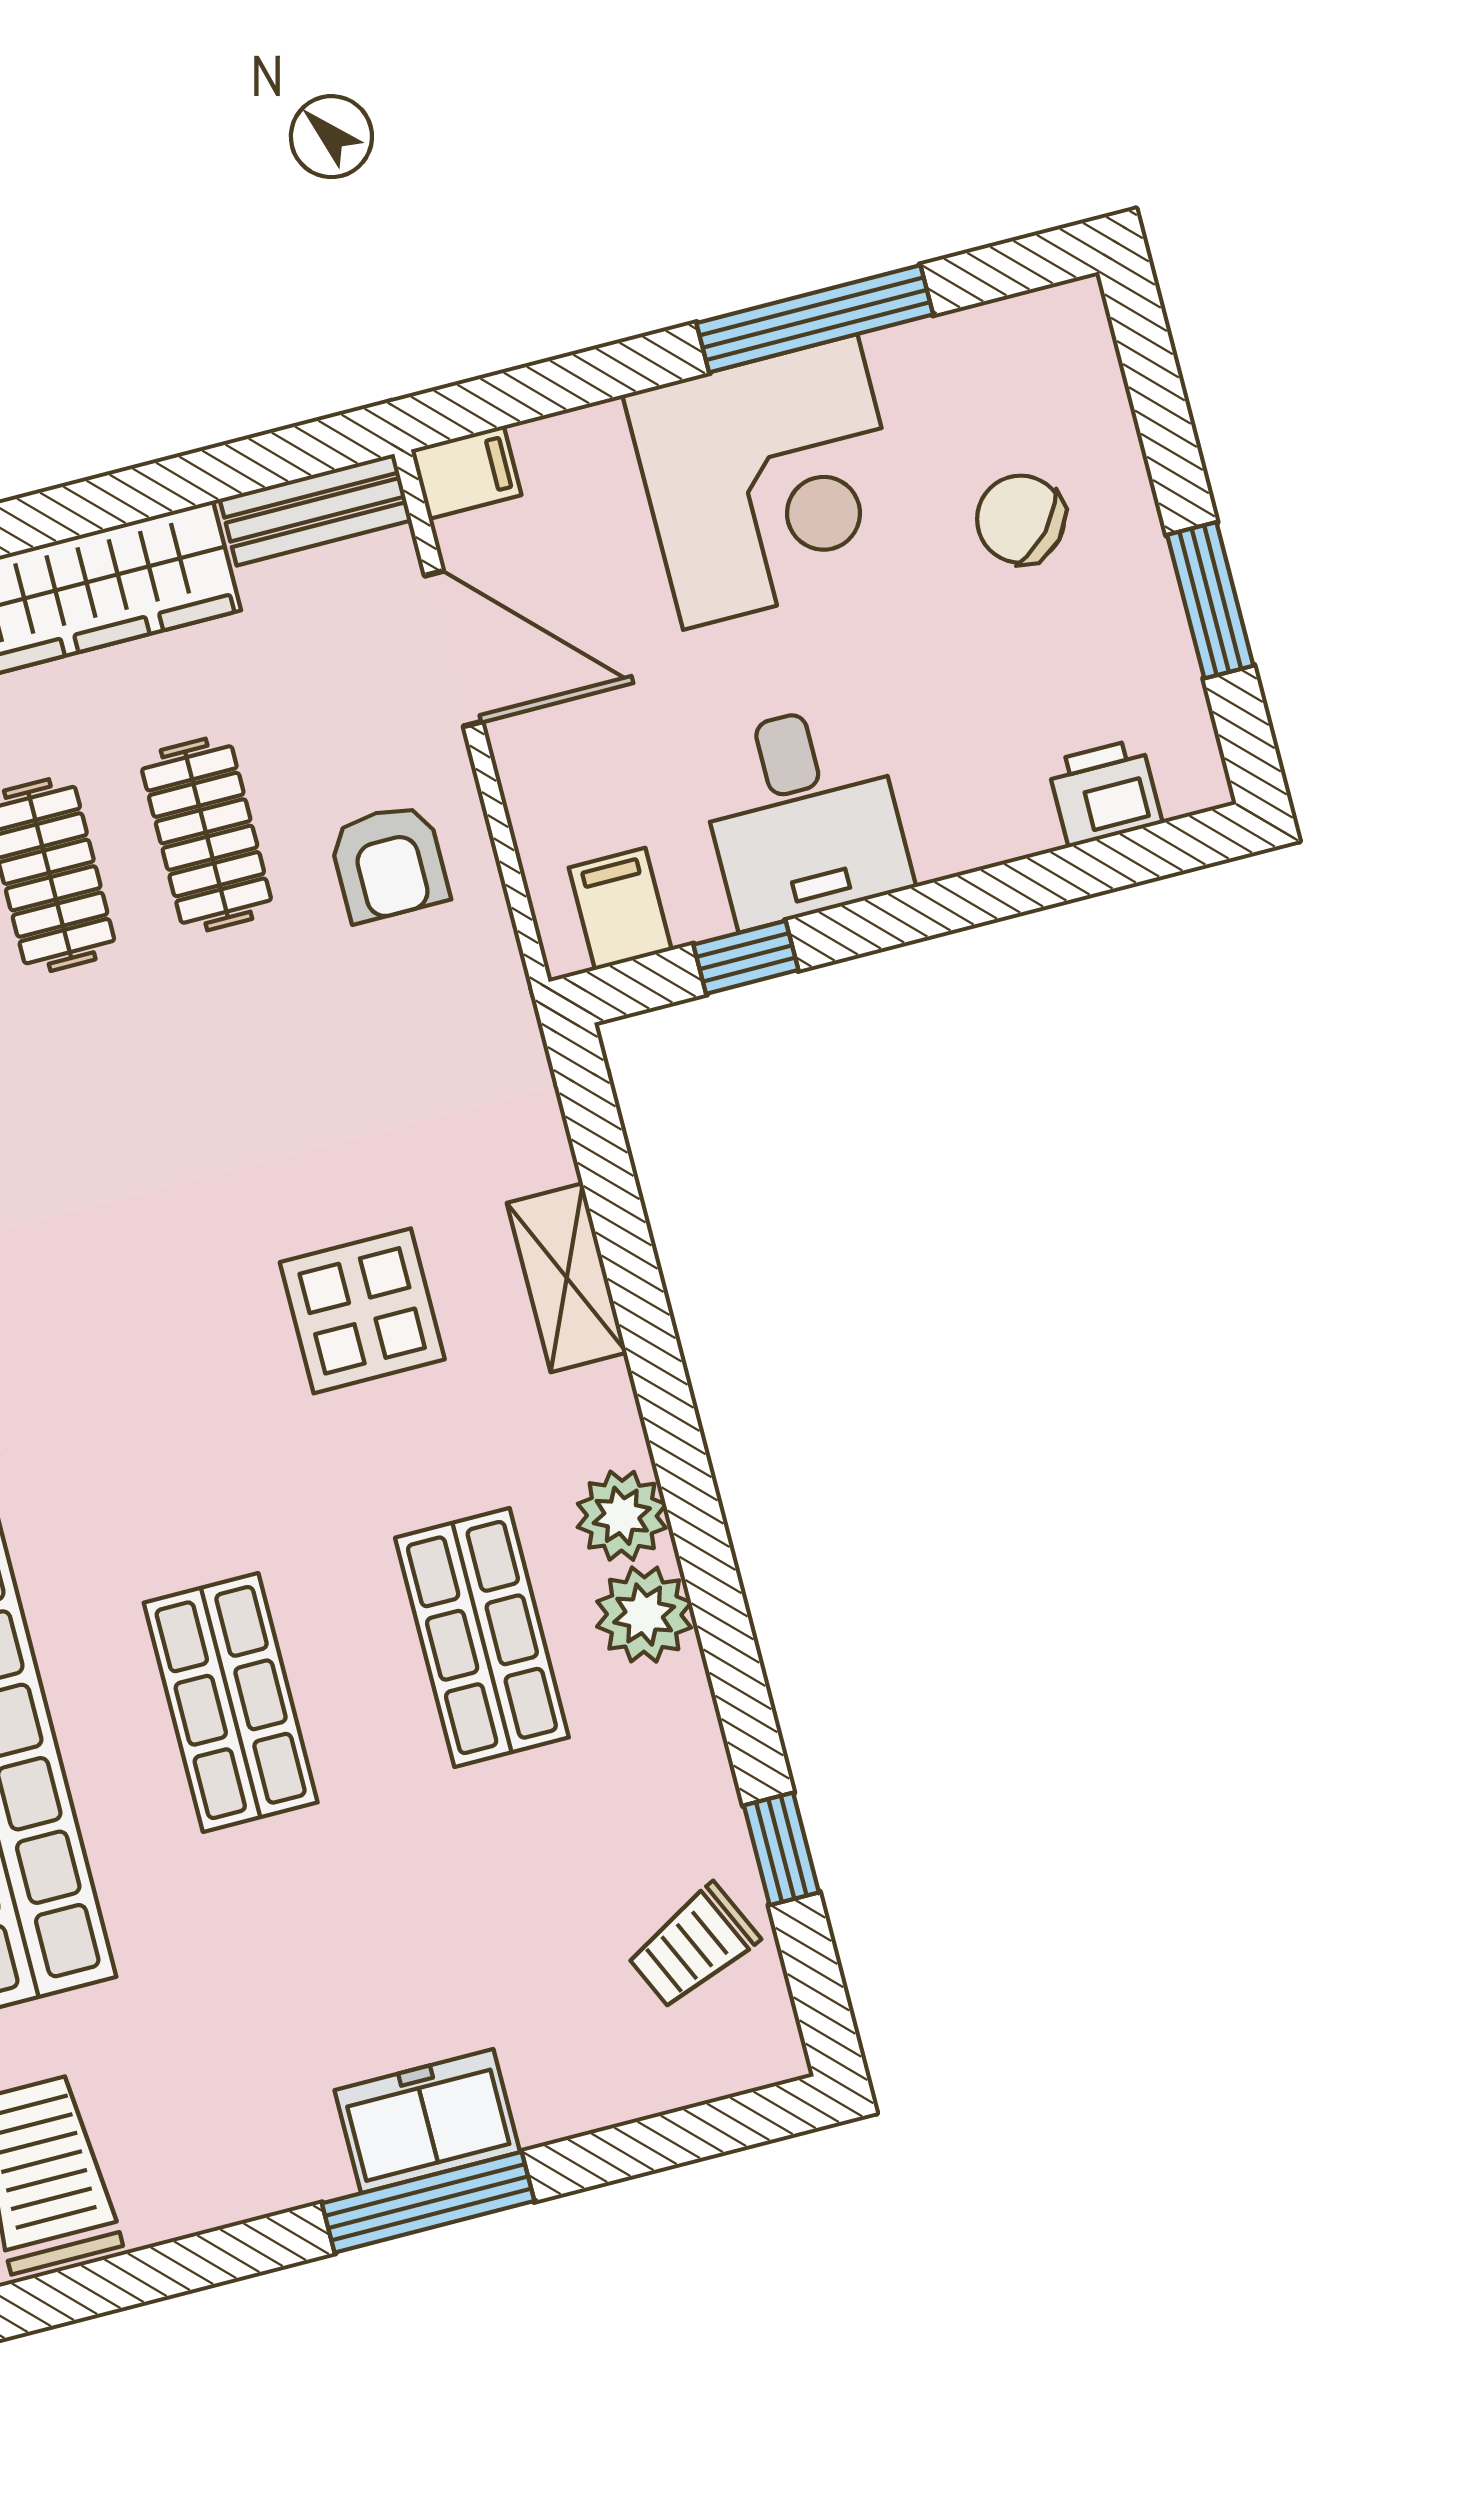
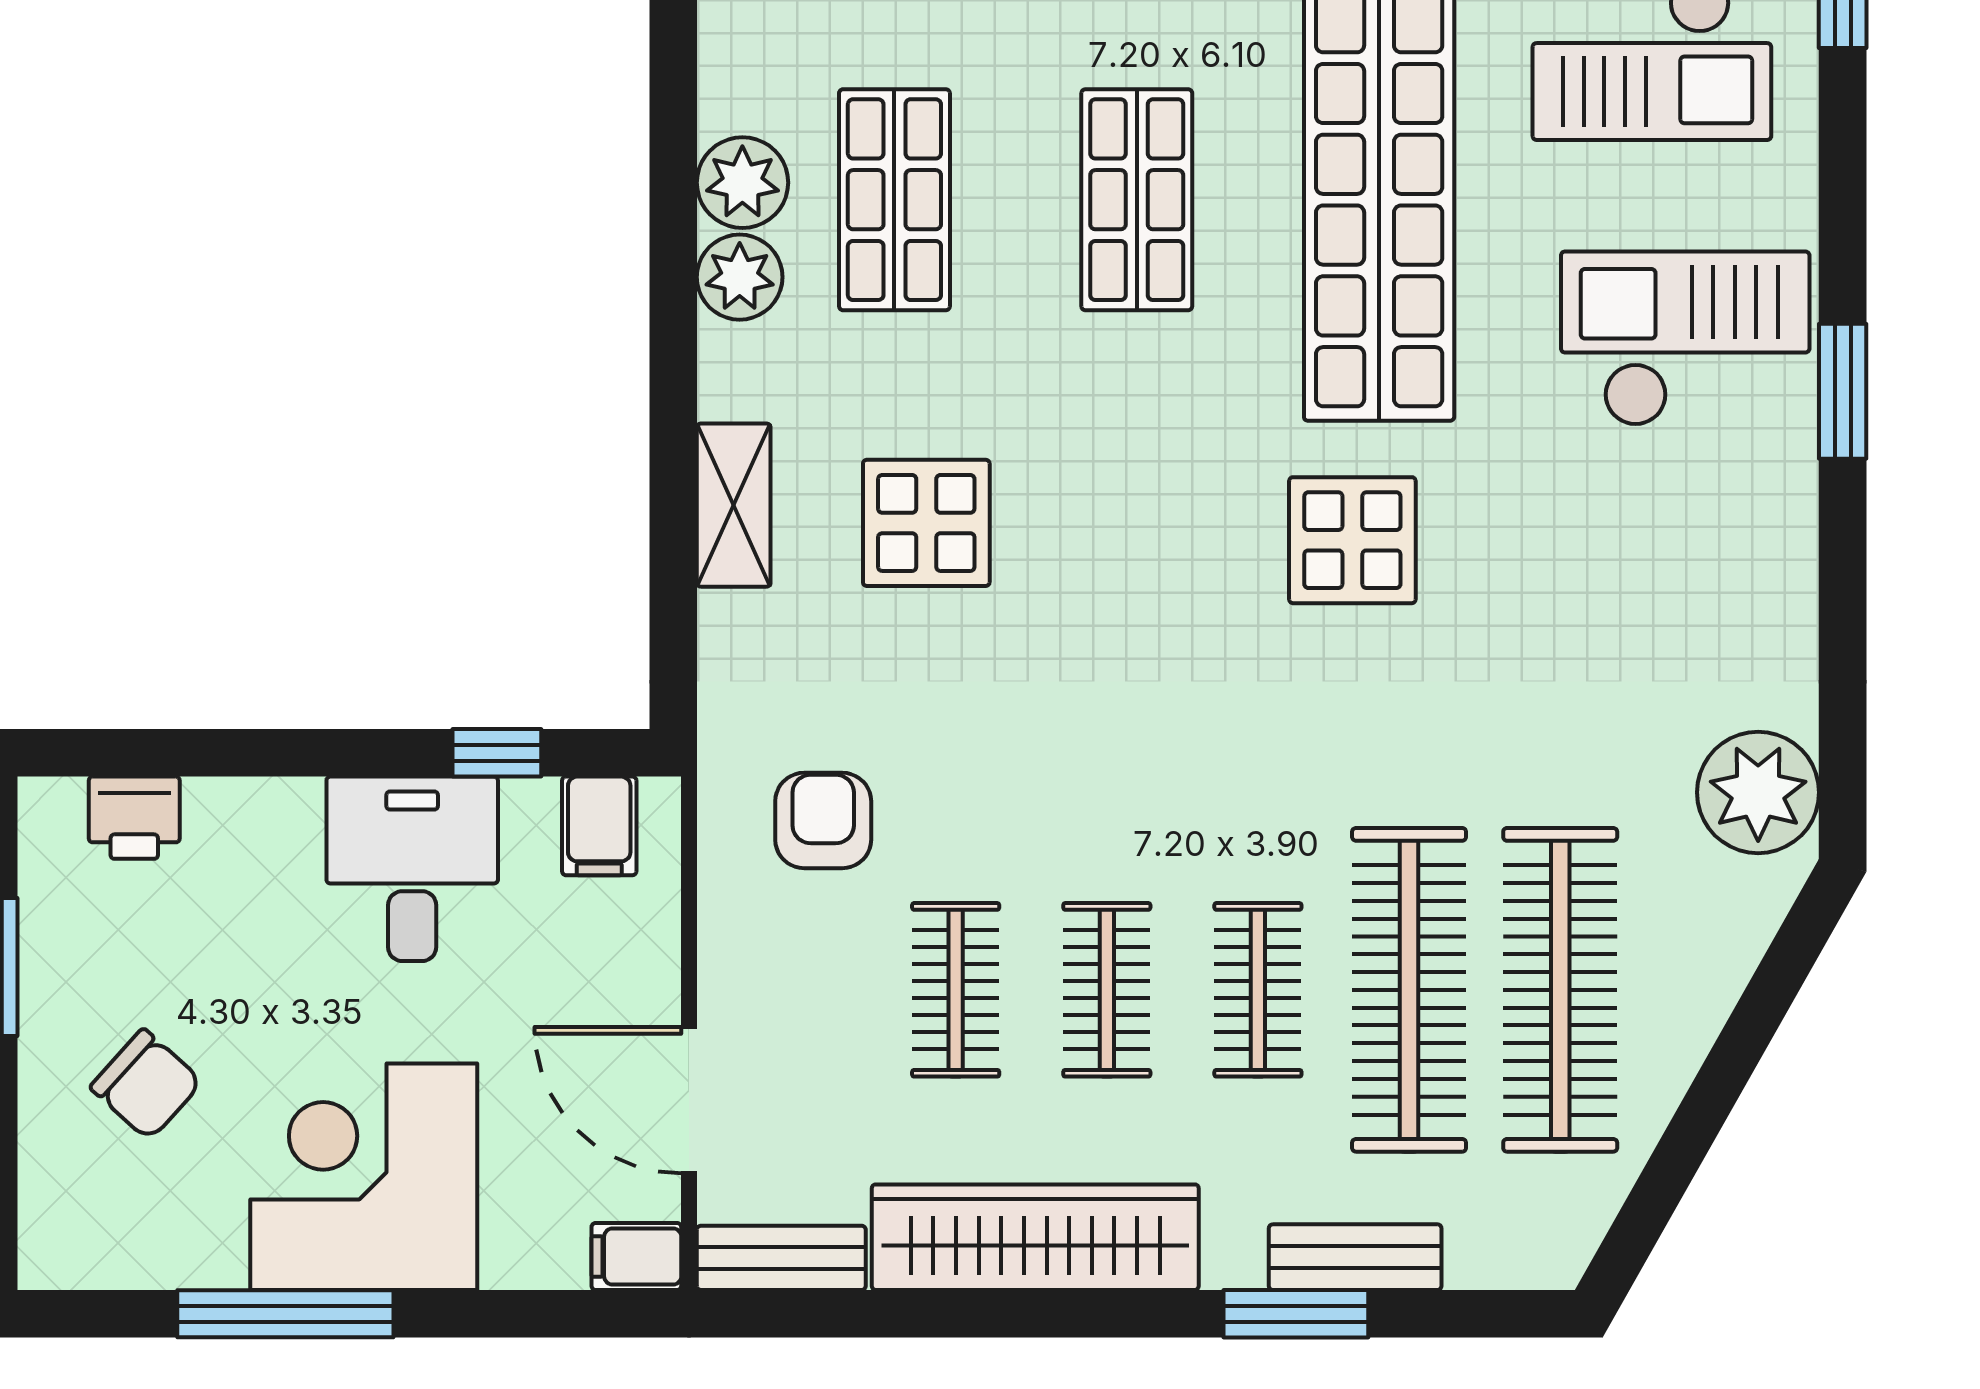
armchair: (389, 863) -> (823, 820), moved

